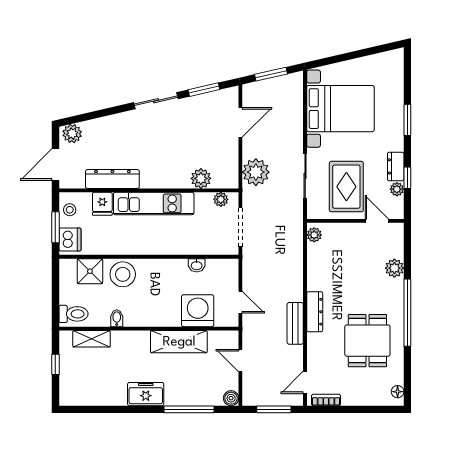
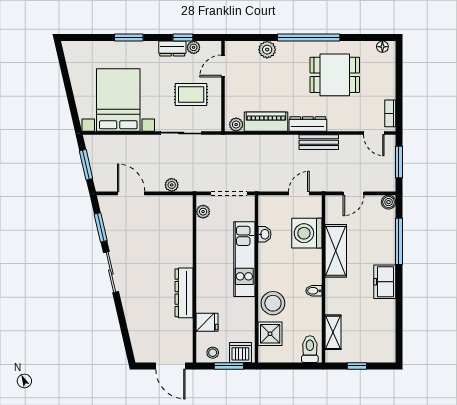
plant: (72, 134) -> (142, 350), removed
plant: (256, 172) -> (172, 185), width x0.53, depth x0.53
plant: (201, 178) -> (183, 230), removed
dresser: (112, 179) -> (184, 293), moved
rug: (346, 187) -> (191, 94), width x0.73, depth x0.70
kitchen unit: (154, 203) -> (244, 259), moved, turned 180
piano: (317, 267) -> (266, 122), added
bidet: (117, 318) -> (314, 291), moved

